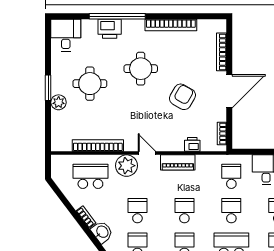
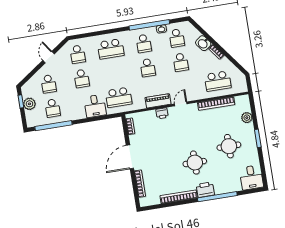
printer: (110, 29) -> (205, 190), moved
armchair: (182, 97) -> (162, 148), removed
plant: (59, 102) -> (247, 118), moved
printer: (192, 144) -> (162, 113), moved
door: (147, 153) -> (181, 104), swing flipped
plant: (126, 166) -> (194, 93), removed
school desk: (231, 176) -> (119, 97), width x1.85
school desk: (231, 211) -> (115, 73), removed

